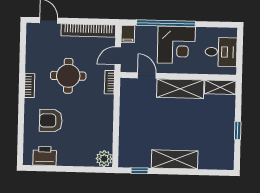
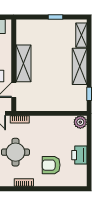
shelving: (220, 87) -> (81, 35), moved
armchair: (51, 121) -> (51, 165), turned 90
printer: (45, 156) -> (79, 155), moved

